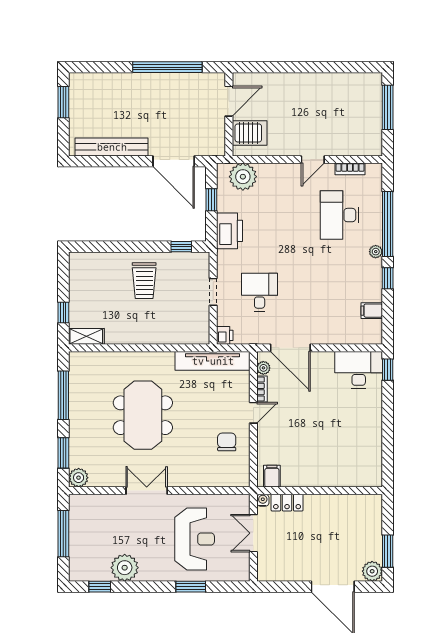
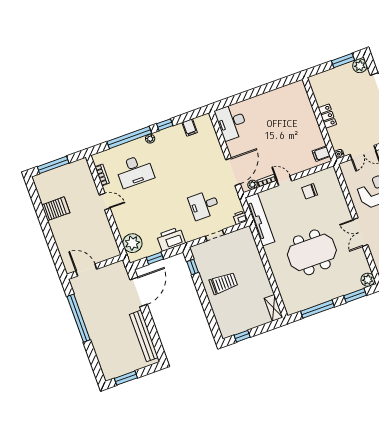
server rack: (250, 133) -> (56, 209), moved, turned 90
window: (63, 313) -> (242, 336), moved
window: (388, 370) -> (224, 103), removed
locker: (287, 503) -> (327, 116), moved

